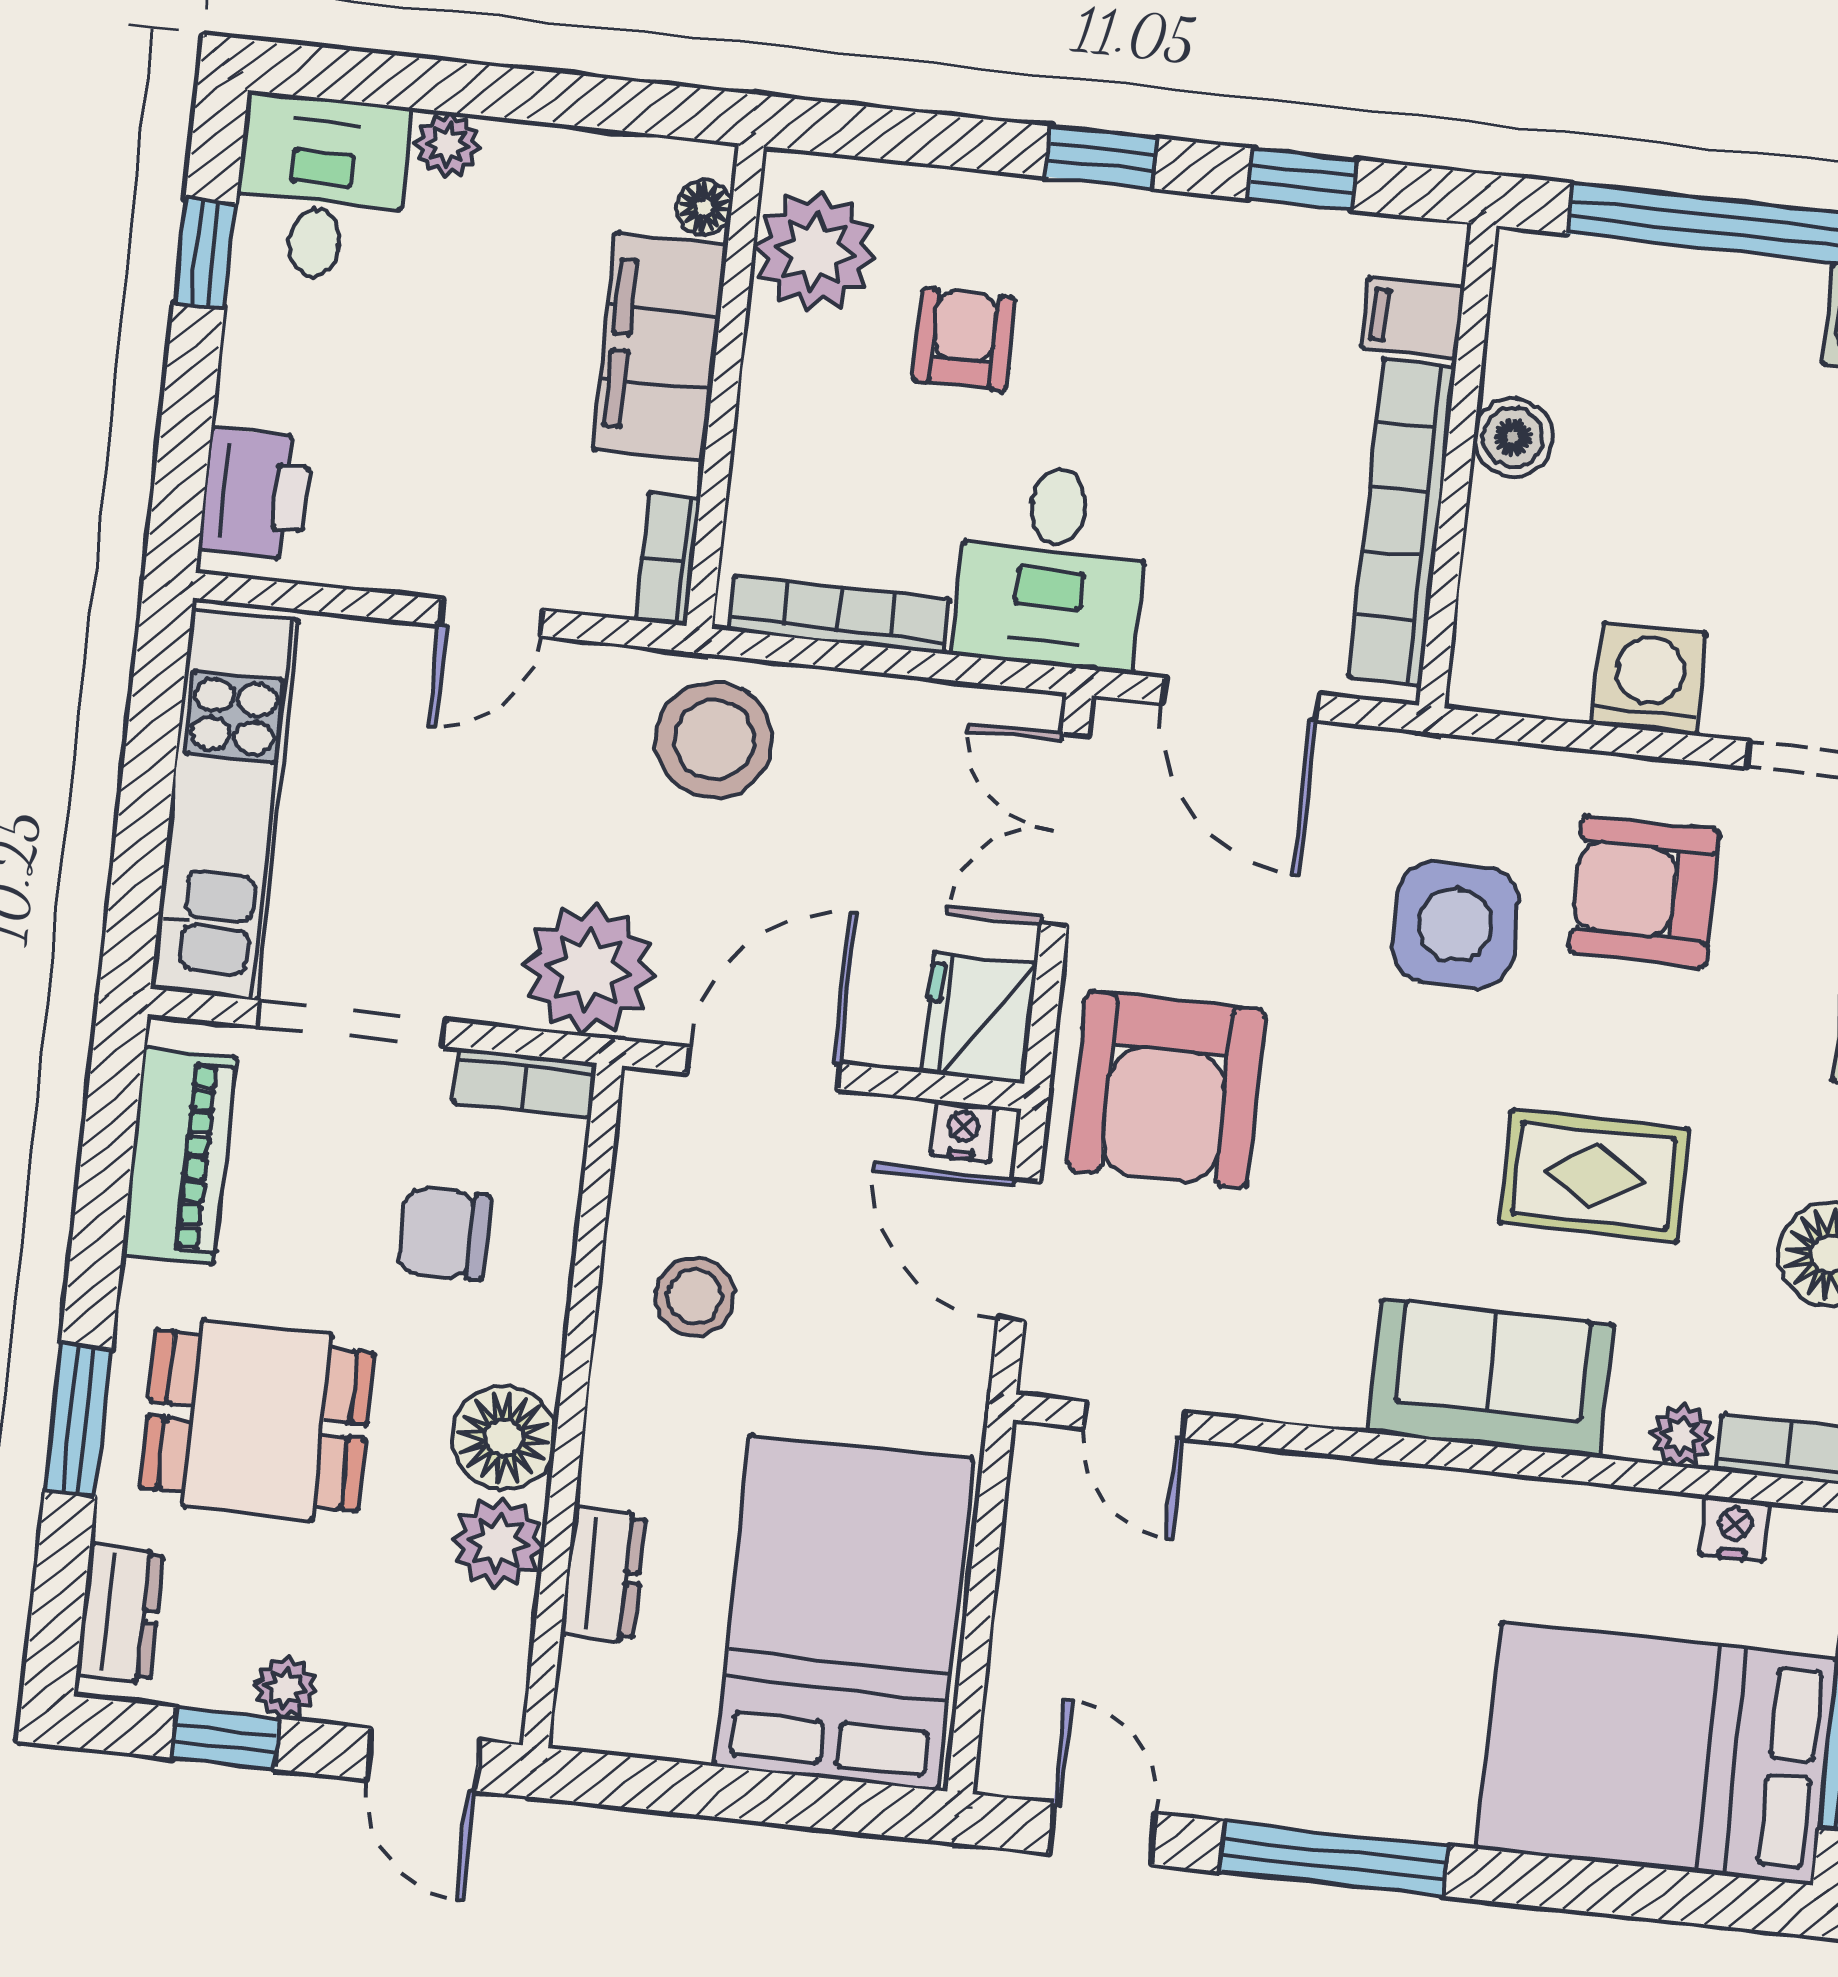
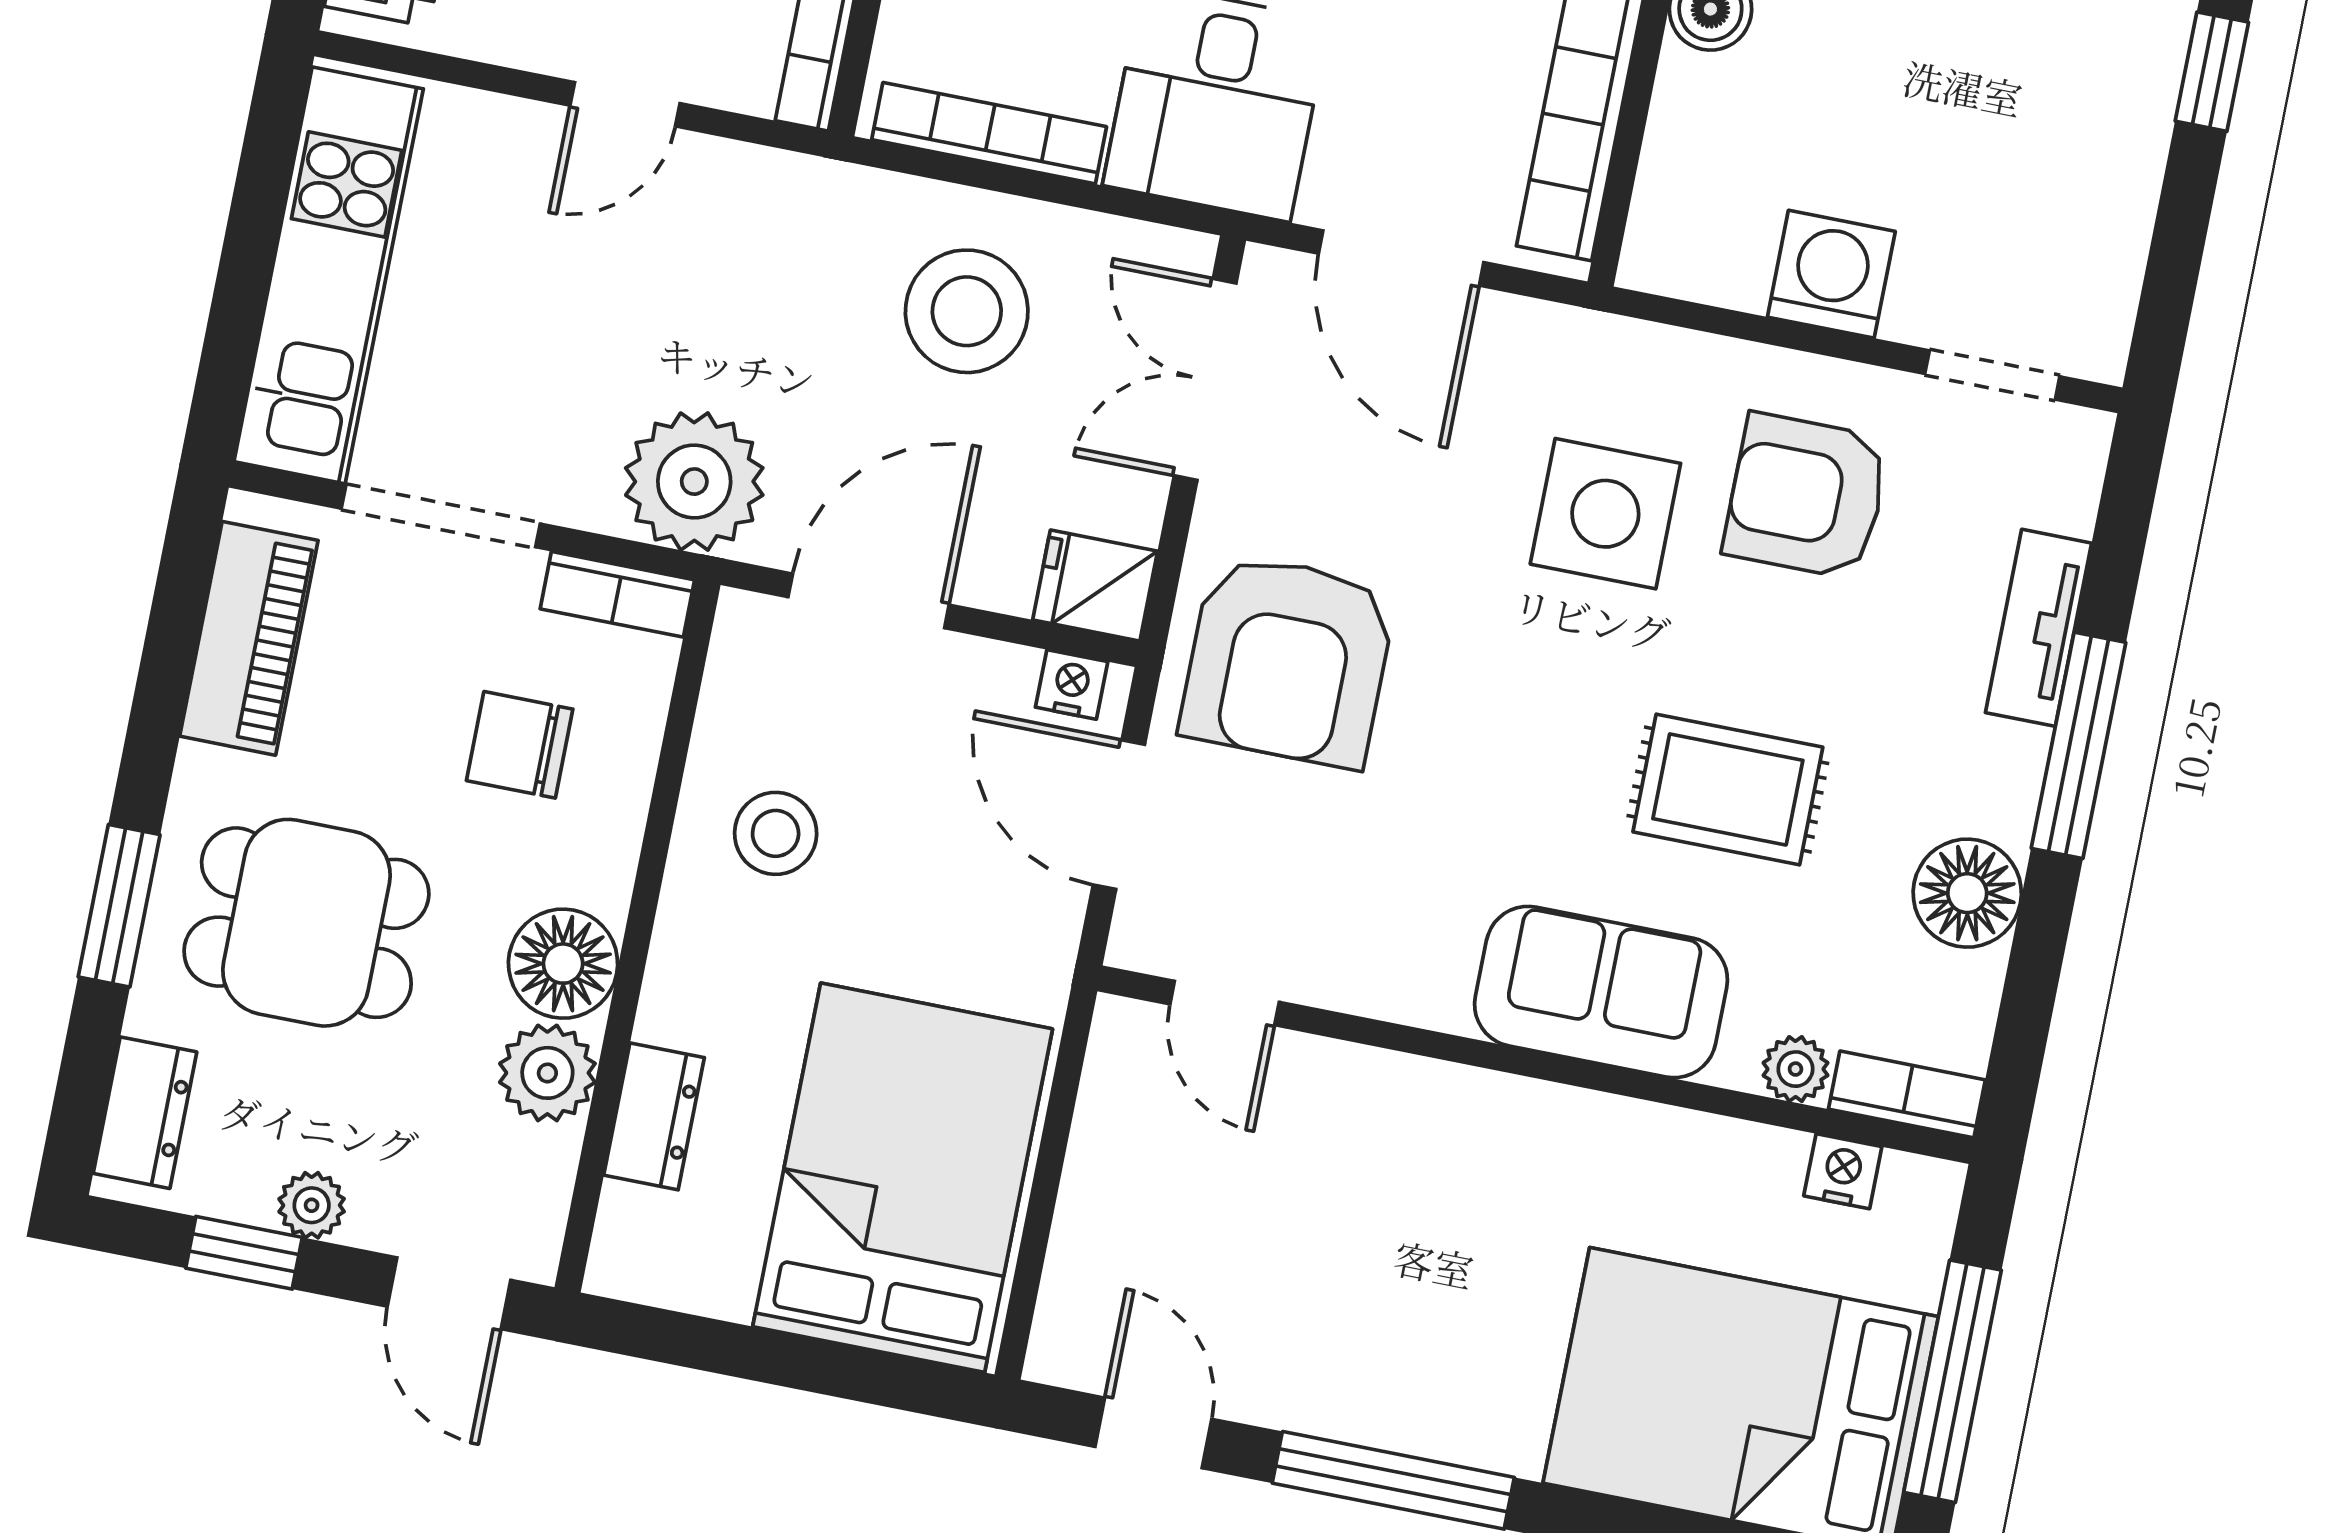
stool: (714, 740) -> (967, 311), moved
fridge: (979, 1018) -> (1095, 586), width x0.72

